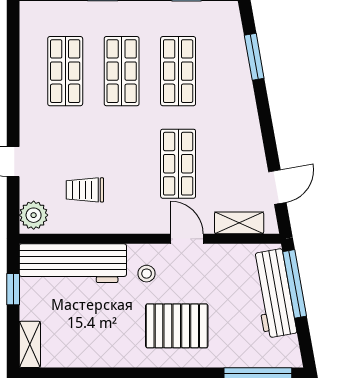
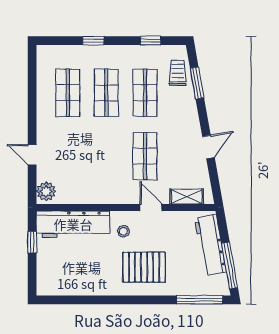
door: (277, 187) -> (208, 147), moved
trolley: (85, 190) -> (178, 73), moved, turned 90
window: (295, 284) -> (230, 265), moved
shelving: (30, 344) -> (44, 280), removed

